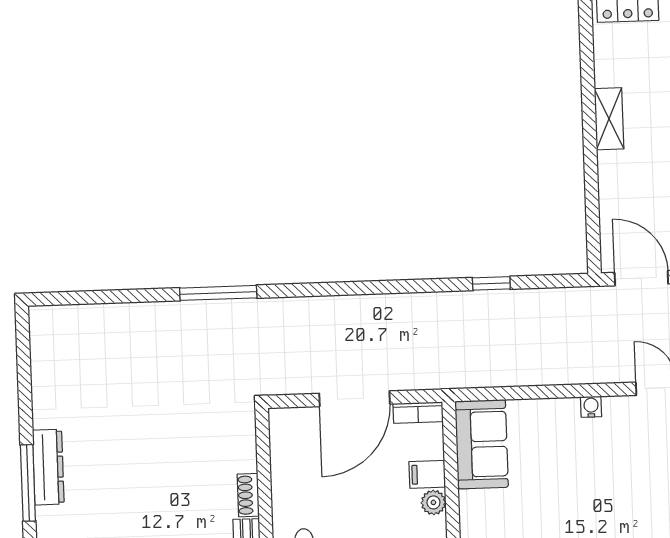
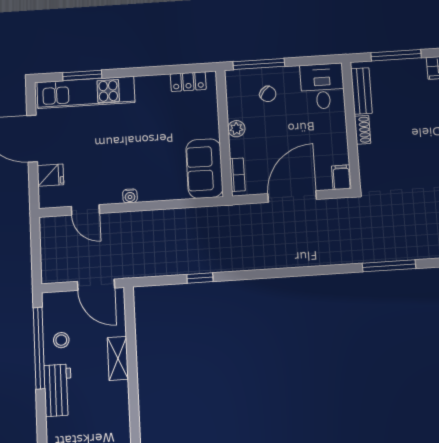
shelving: (609, 119) -> (118, 358), moved
bookcase: (418, 413) -> (237, 175), moved, turned 90
filing cabinet: (427, 474) -> (342, 177), moved, turned -90

